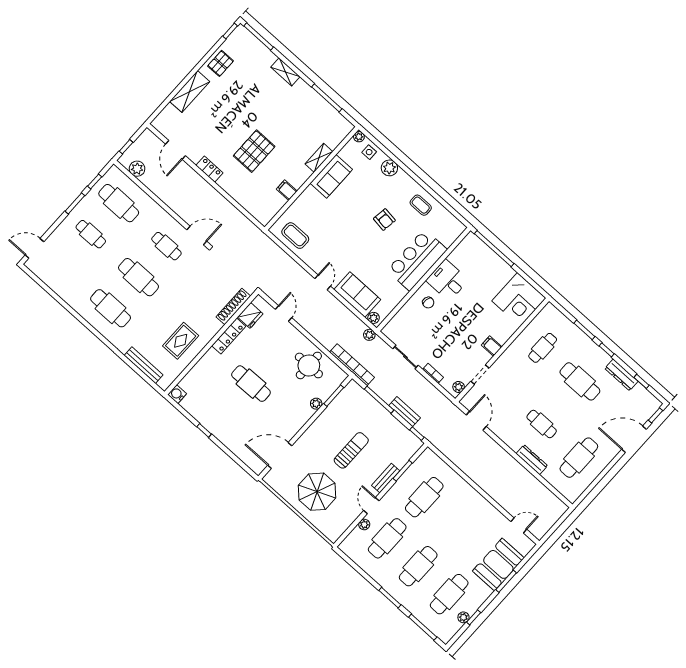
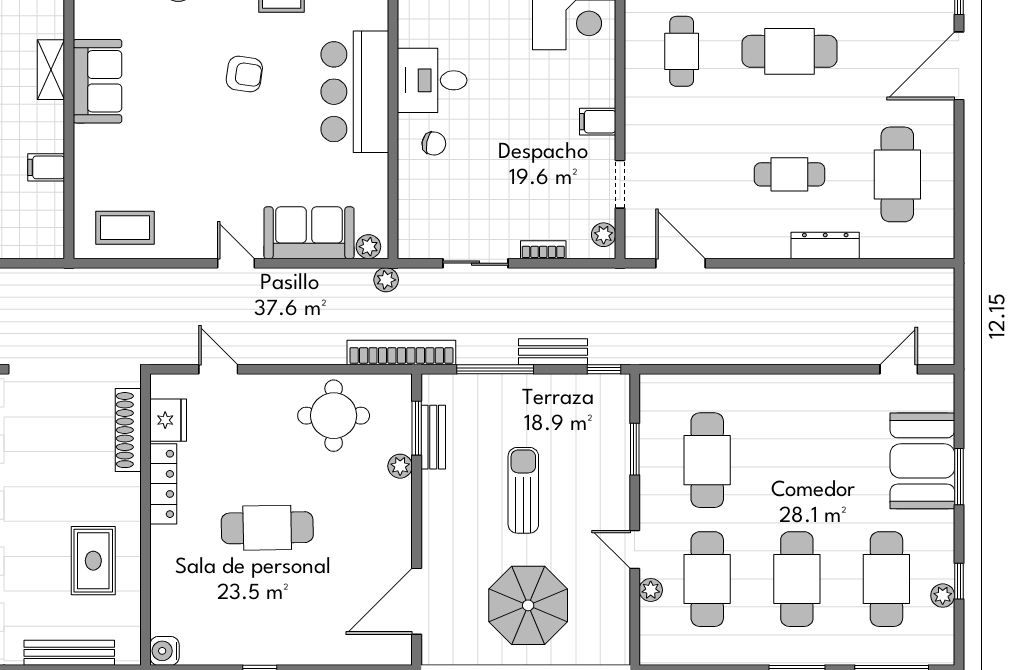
bench: (386, 478) -> (433, 437), moved

